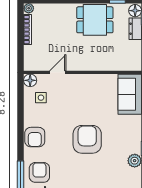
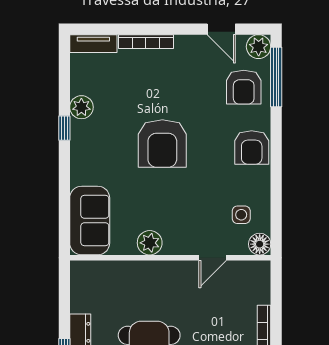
plant: (95, 81) -> (150, 243), added
armchair: (35, 137) -> (252, 147), turned 180

